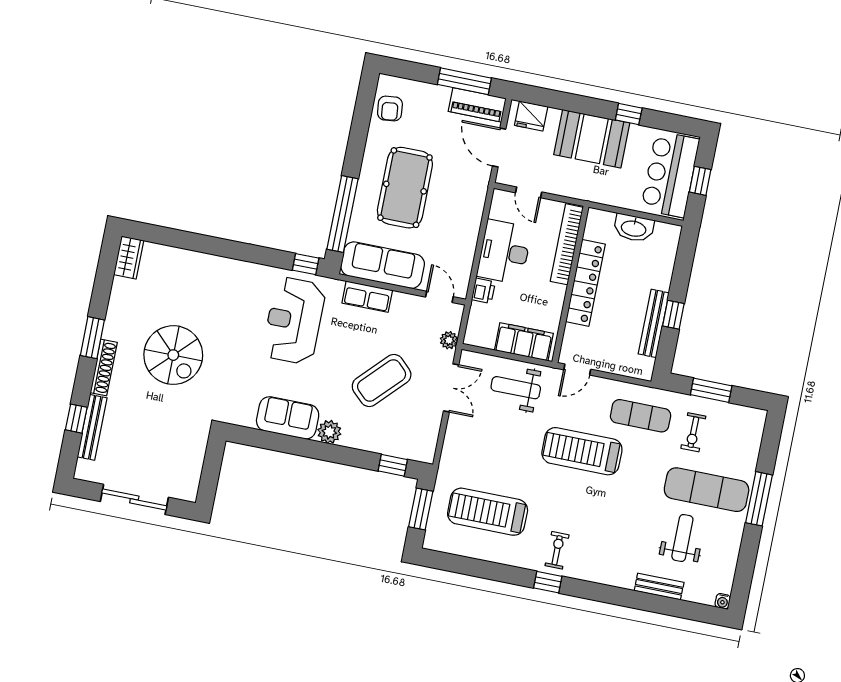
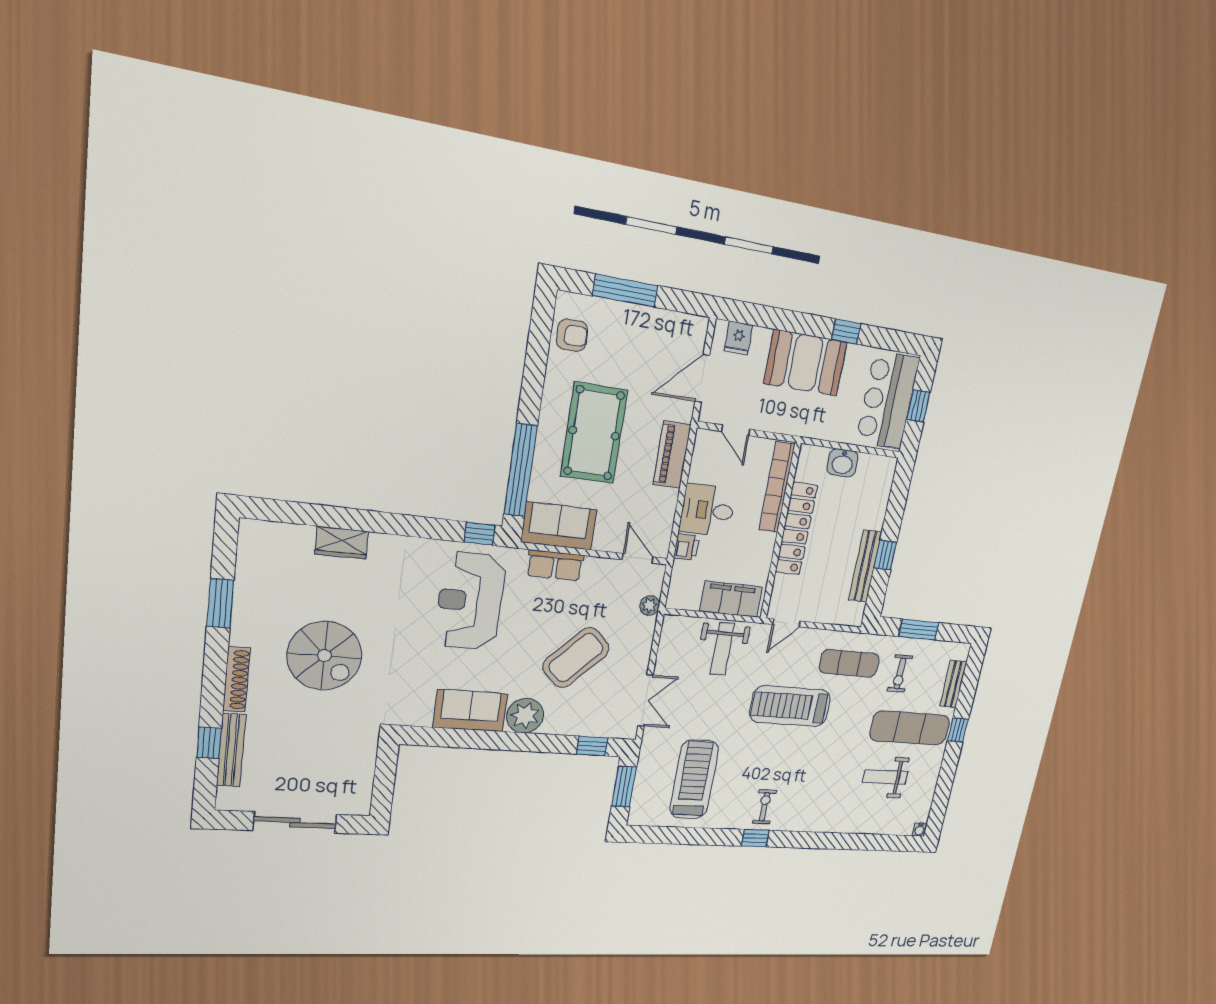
window: (464, 81) -> (625, 291), moved
piano: (477, 105) -> (672, 455), moved, turned 90
armchair: (390, 109) -> (572, 335), turned -84
fridge: (531, 116) -> (738, 338), width x0.72
door: (499, 148) -> (702, 378), hinge flipped
washbasin: (634, 228) -> (843, 463), width x0.72
desk: (504, 252) -> (707, 510), width x0.73
wardrobe: (129, 258) -> (342, 543), moved, turned 90
sofa: (383, 265) -> (559, 526), width x0.73
window: (92, 338) -> (220, 603), moved
double door: (451, 388) -> (645, 700), moved
weight bench: (516, 388) -> (722, 649), turned -90
plant: (329, 432) -> (525, 716), width x1.36, depth x1.36
window: (759, 499) -> (958, 730), width x0.46
treadmill: (488, 512) -> (694, 779), turned 90
weight bench: (682, 538) -> (885, 777), turned -90
bench: (659, 587) -> (953, 684), moved, turned 90

